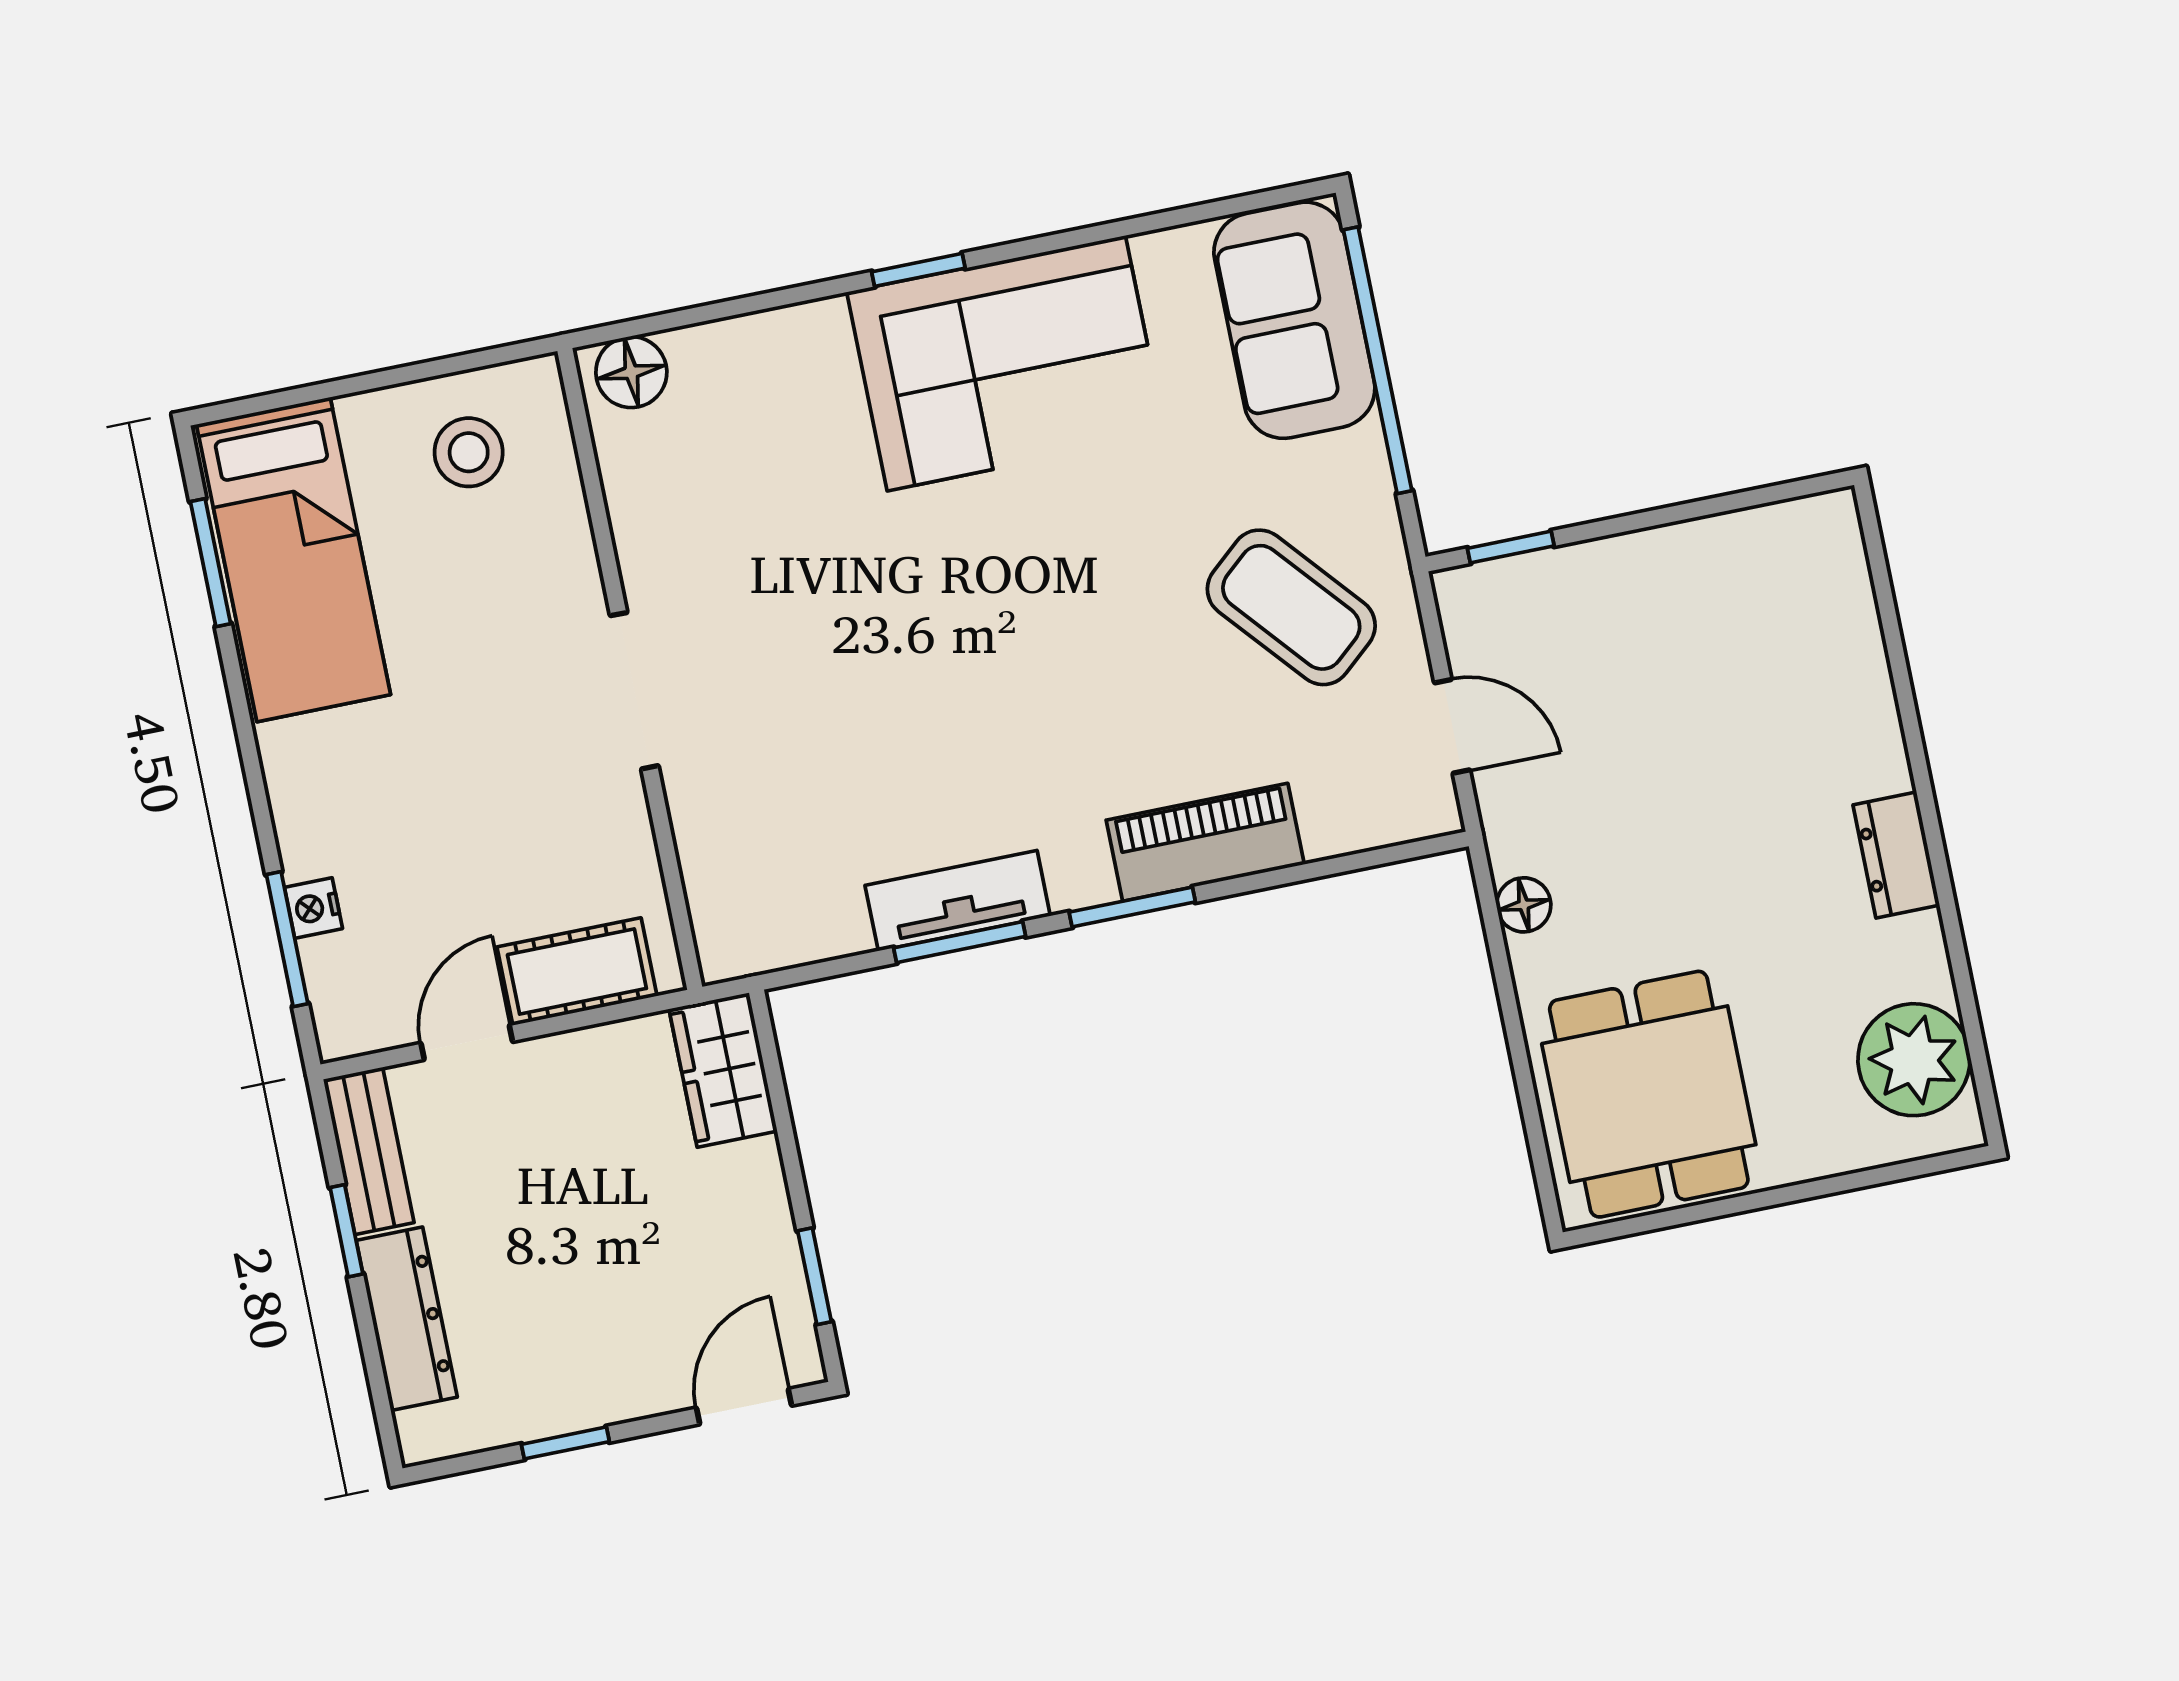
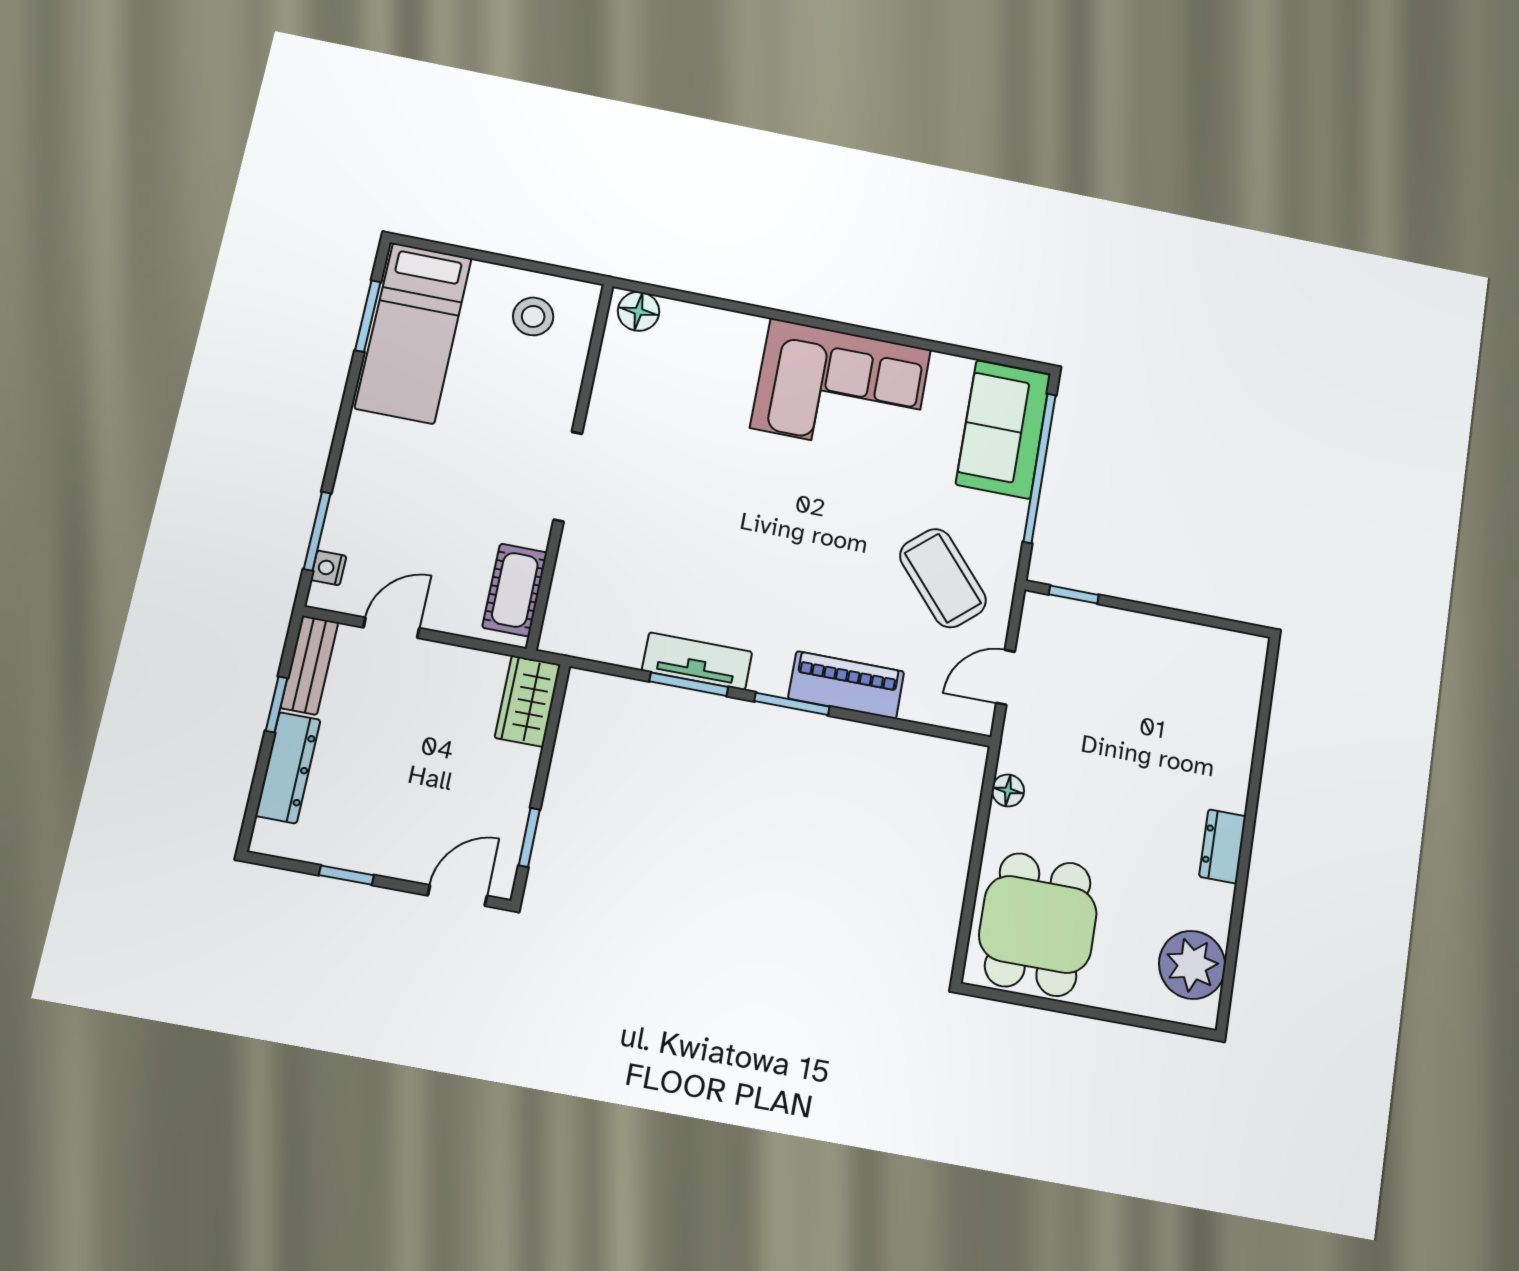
window: (918, 270) -> (814, 322), removed
door: (1452, 726) -> (1006, 677), swing flipped
nightstand: (313, 908) -> (328, 568), moved
cot: (577, 972) -> (515, 590), moved, turned 90

